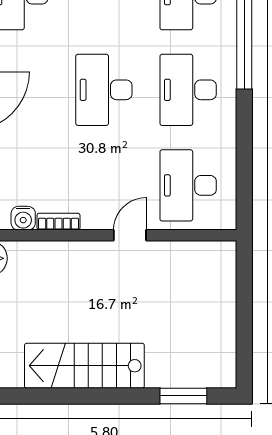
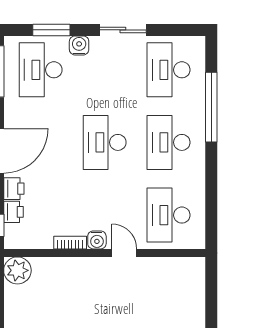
water cooler: (23, 218) -> (97, 240), moved
door: (130, 235) -> (124, 253), hinge flipped

